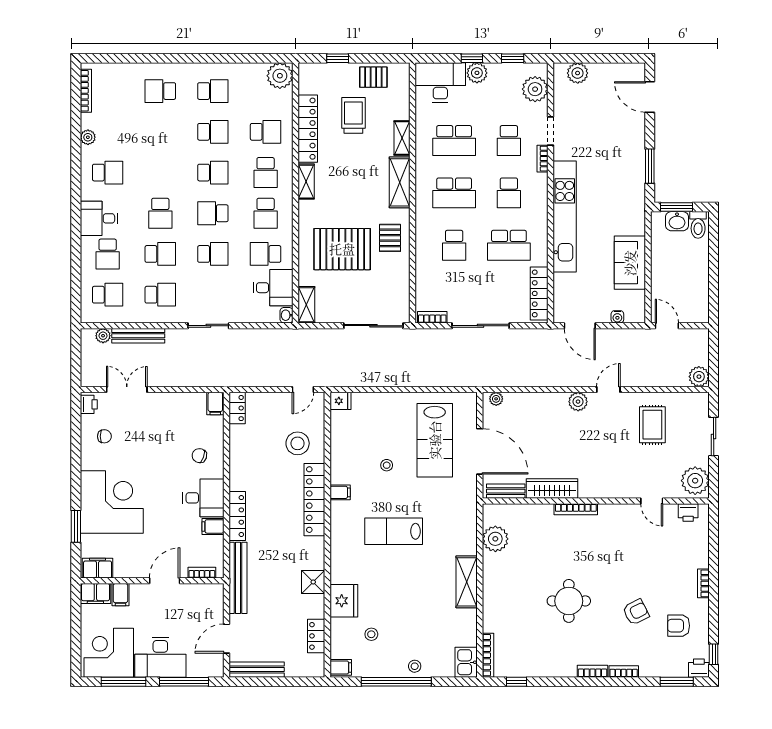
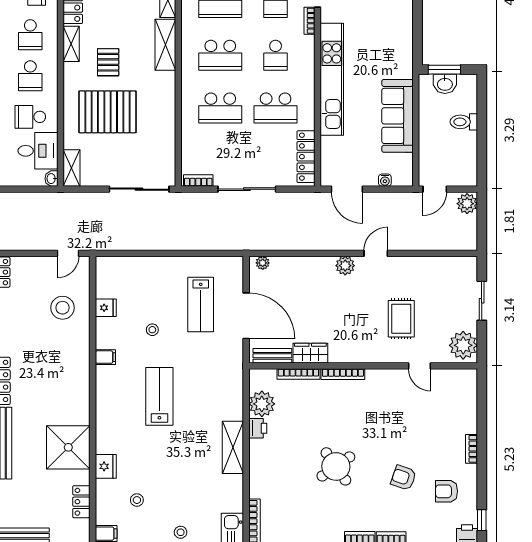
window: (650, 166) -> (417, 28), removed
toilet: (698, 225) -> (464, 122), moved, turned 90
pallet: (390, 238) -> (108, 62), moved
school desk: (454, 245) -> (220, 108), width x1.85
sofa: (630, 263) -> (397, 116), width x1.36
door: (667, 326) -> (435, 189), swing flipped
plant: (699, 377) -> (467, 204), moved
fridge: (340, 401) -> (106, 308), moved
rug: (652, 425) -> (401, 319), moved
lab bench: (435, 440) -> (201, 305), width x0.73, depth x0.72
wardrobe: (552, 489) -> (310, 353), width x0.67
locker: (314, 500) -> (80, 364), removed
bookcase: (532, 509) -> (298, 374), added
printer: (688, 513) -> (258, 428), moved, turned -90
lab bench: (394, 531) -> (159, 396), turned 90
shower: (313, 582) -> (68, 447), width x1.86, depth x1.86
fridge: (344, 601) -> (106, 466), width x0.73, depth x0.75
round table: (569, 601) -> (336, 466), turned -35
armchair: (636, 612) -> (404, 478), turned -134

